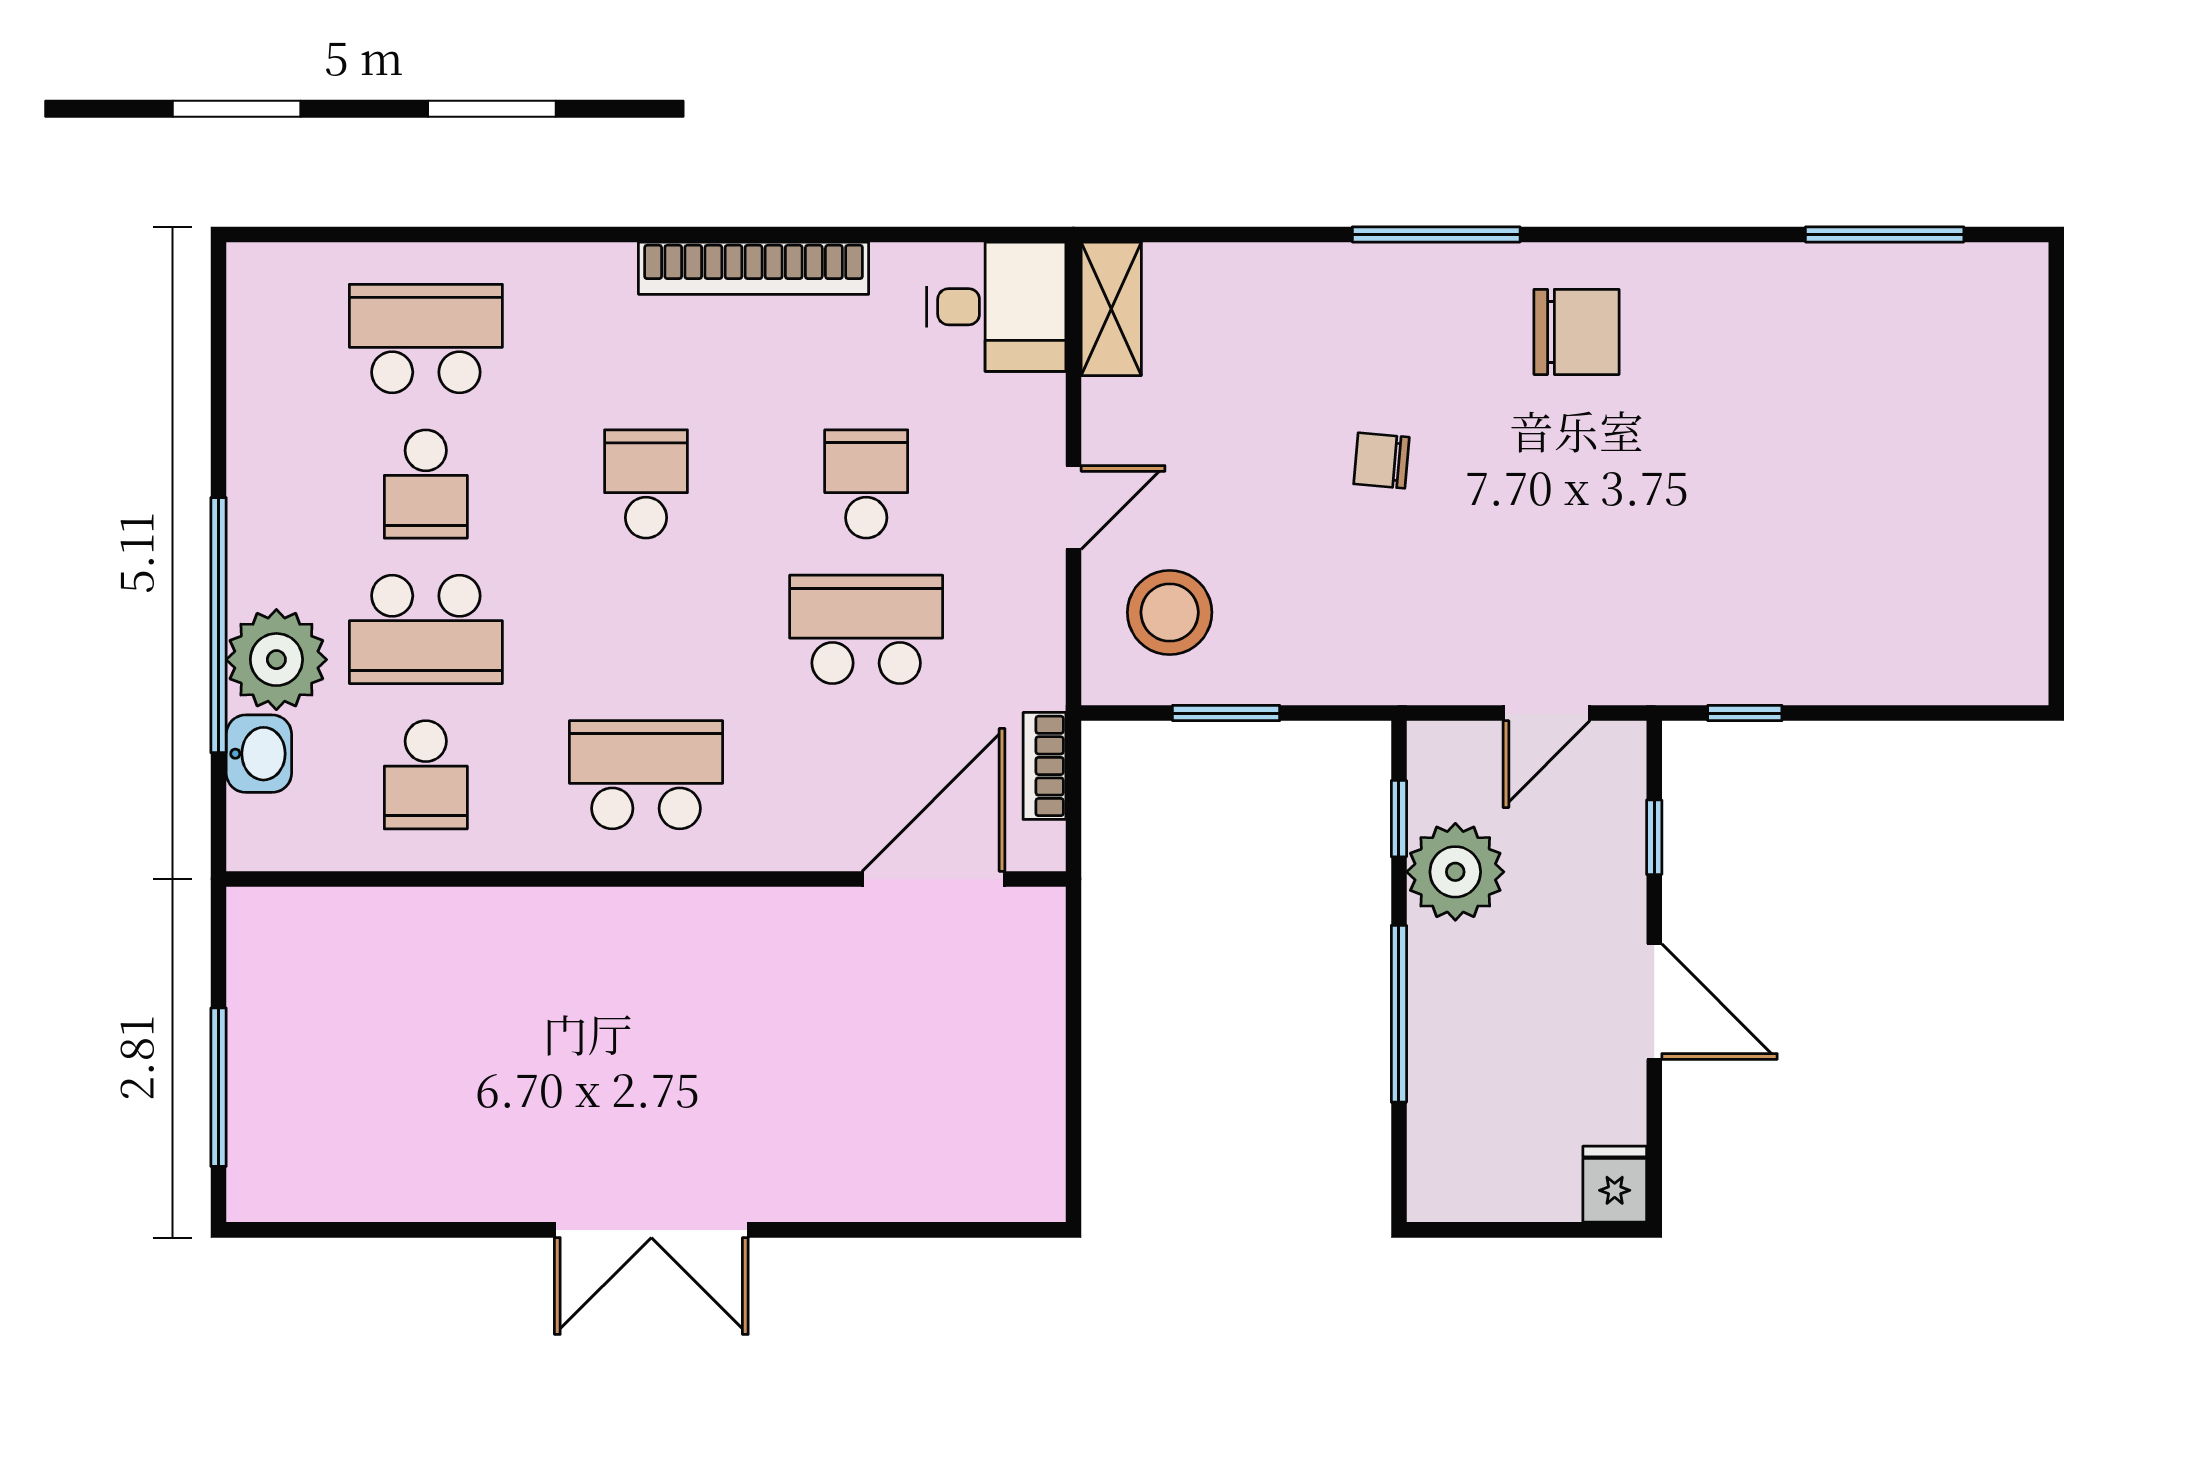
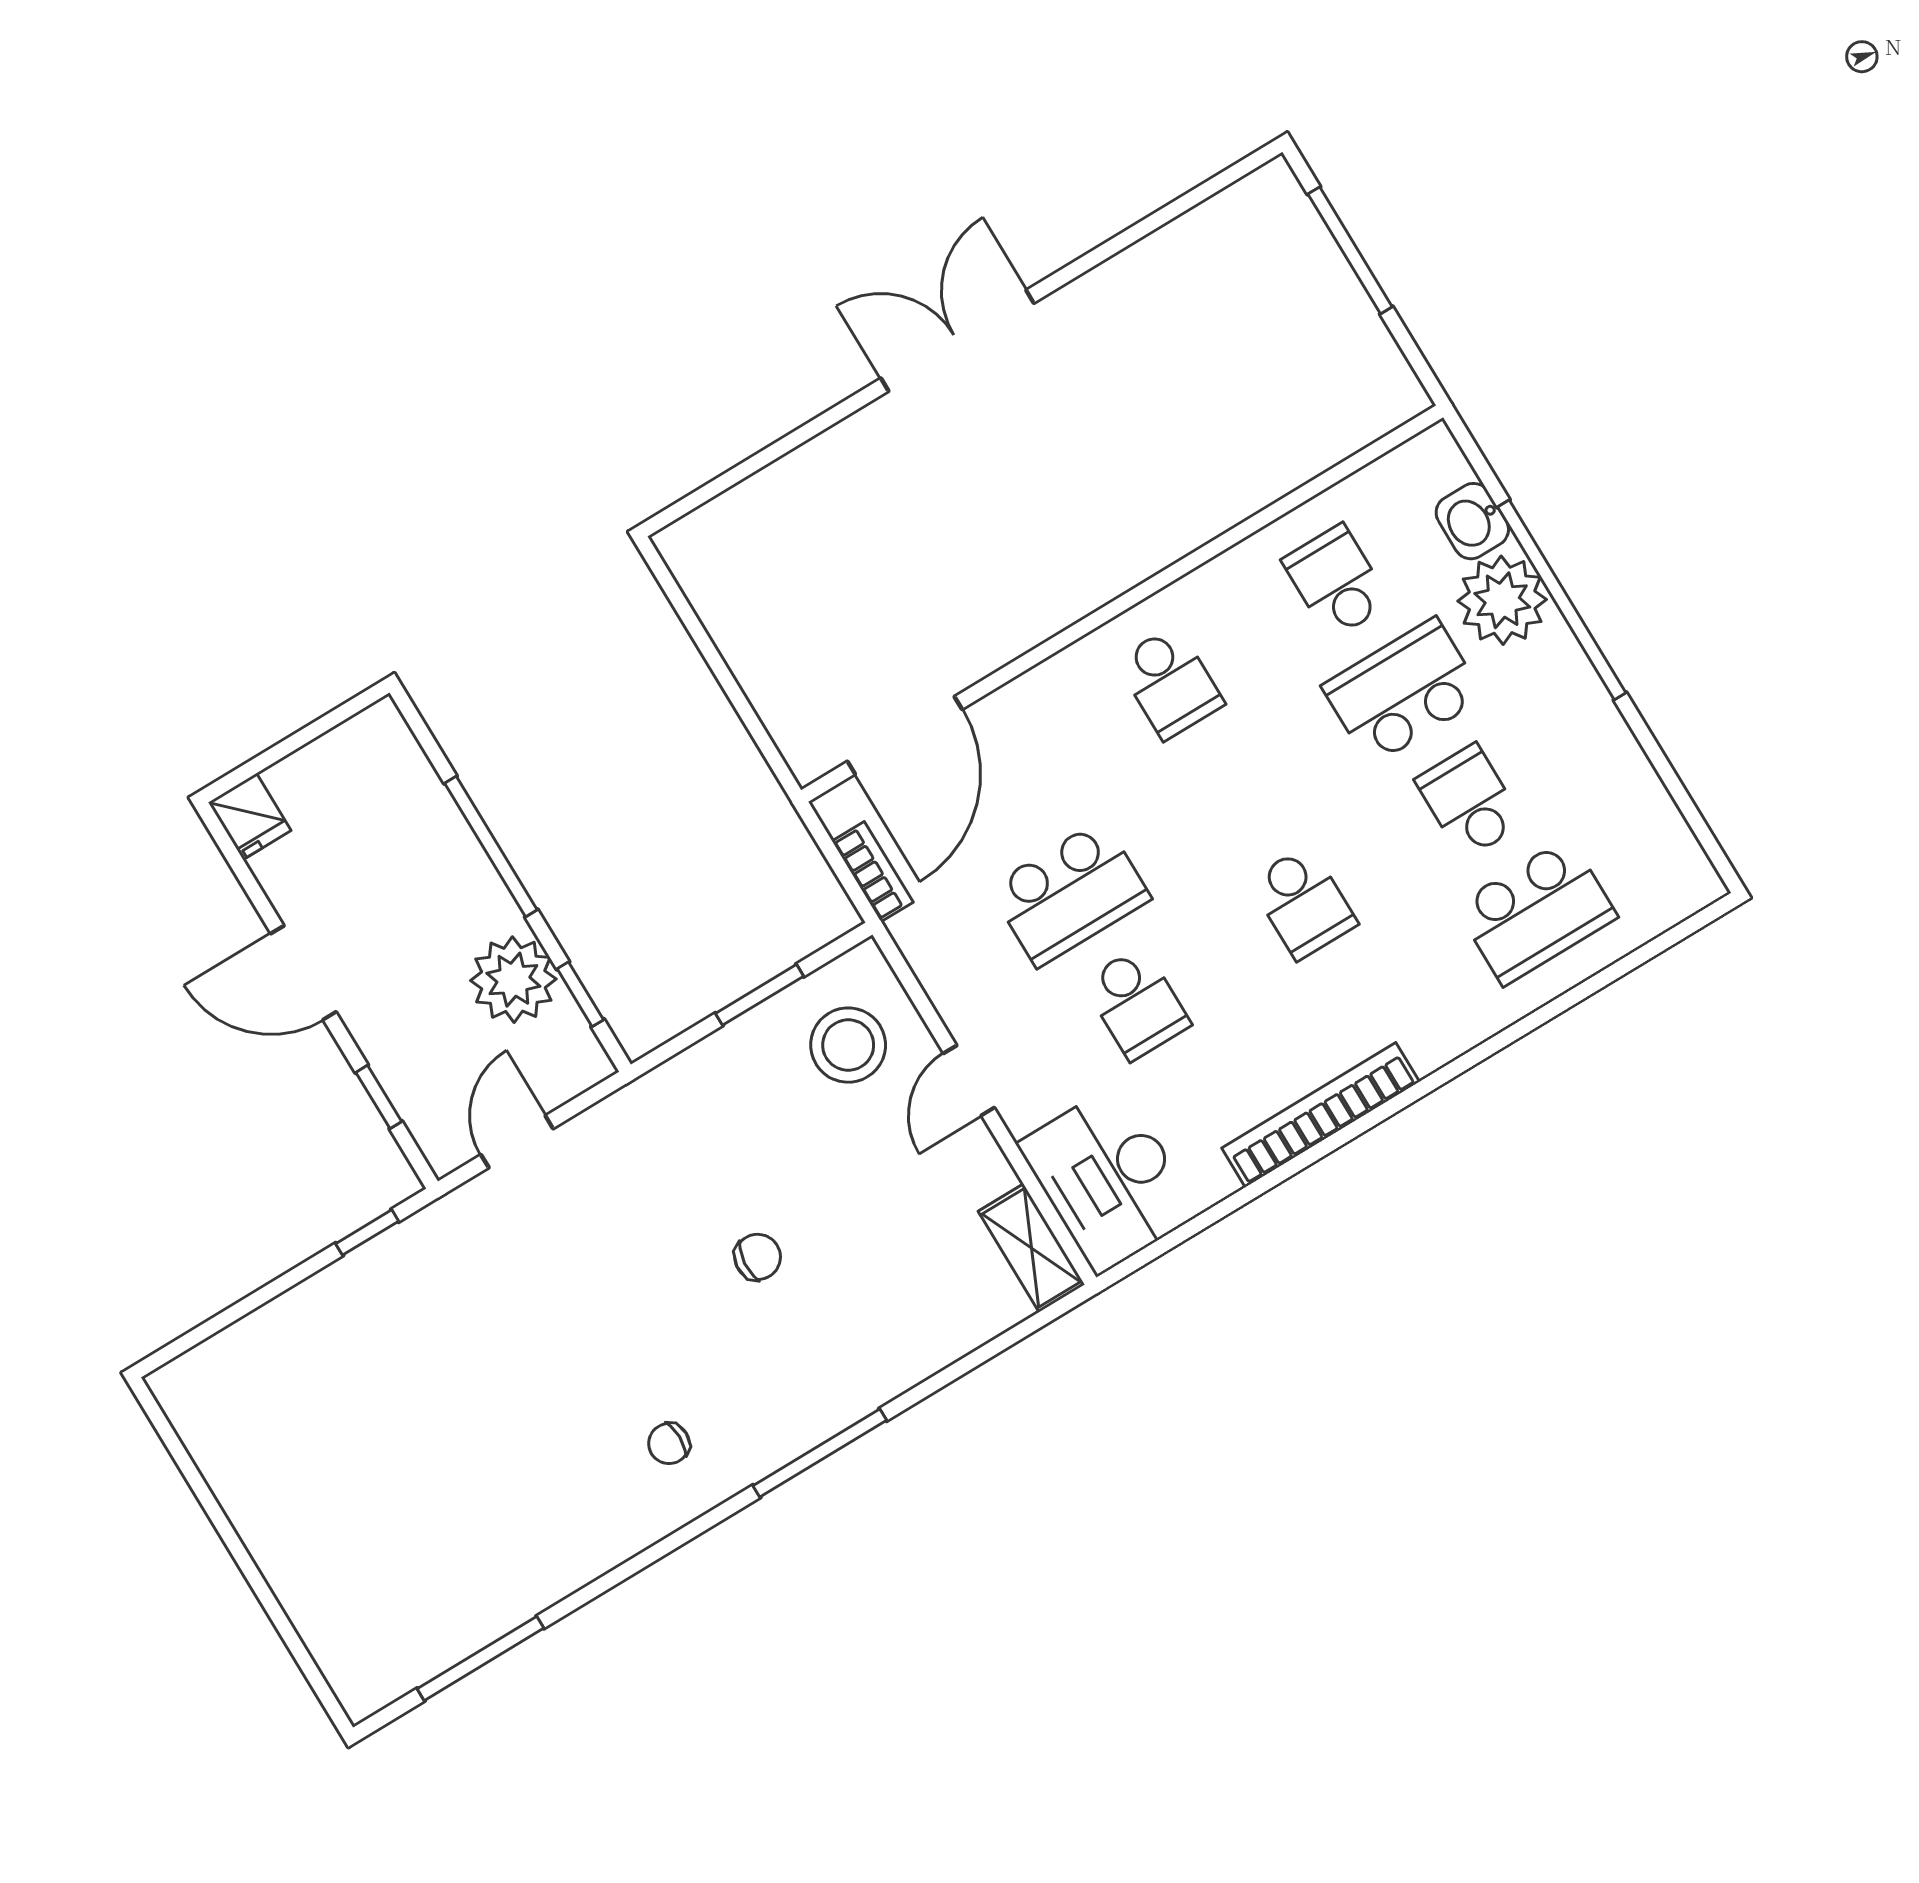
desk: (996, 307) -> (1108, 1179), width x1.37
chair: (1576, 332) -> (669, 1444), width x0.54, depth x0.54
school desk: (646, 775) -> (1170, 682), width x0.54

